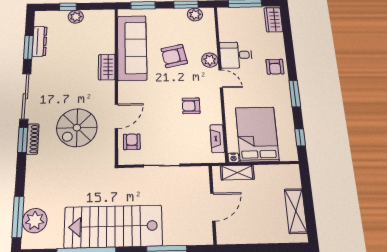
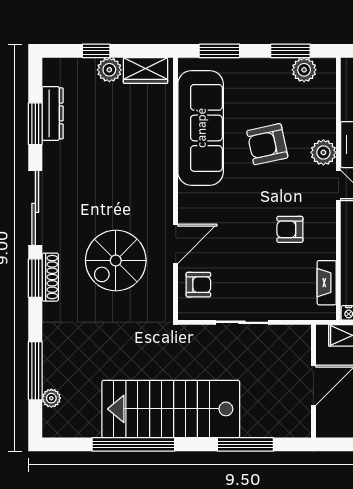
wardrobe: (107, 67) -> (145, 71), moved, turned -90
armchair: (132, 142) -> (198, 285), turned 90
window: (18, 217) -> (35, 371), moved
plant: (35, 221) -> (51, 398), width x0.53, depth x0.53

